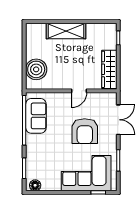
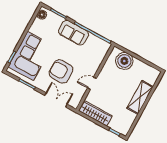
door: (79, 91) -> (92, 83), hinge flipped
sofa: (36, 116) -> (73, 33), moved
double door: (118, 120) -> (56, 100), swing flipped

